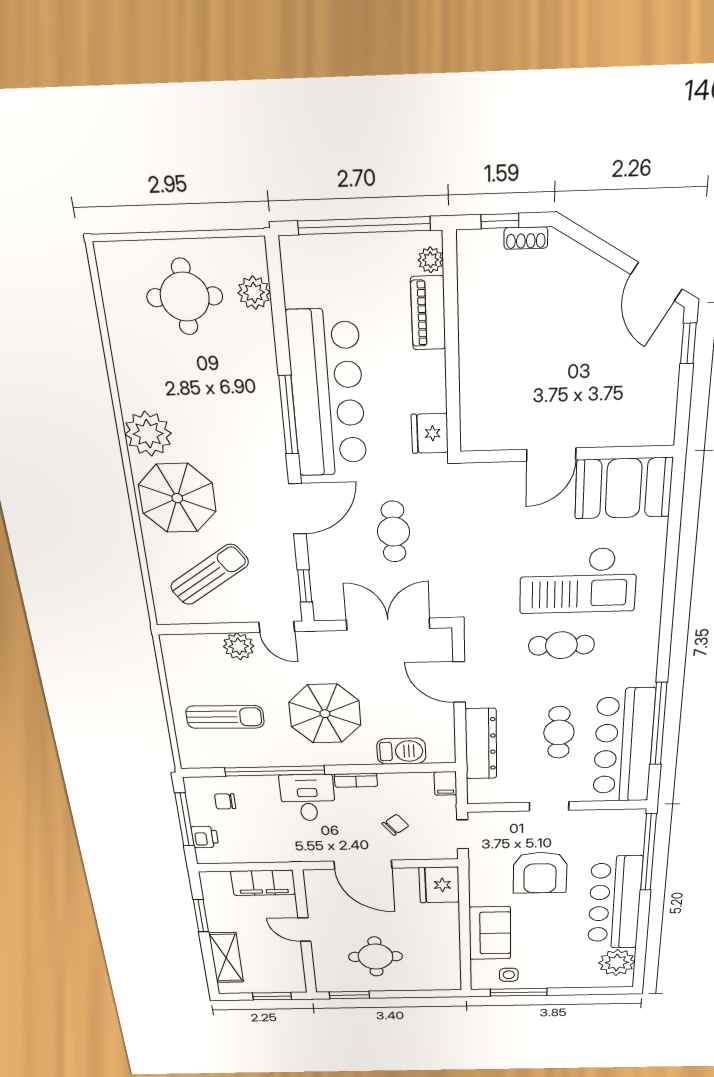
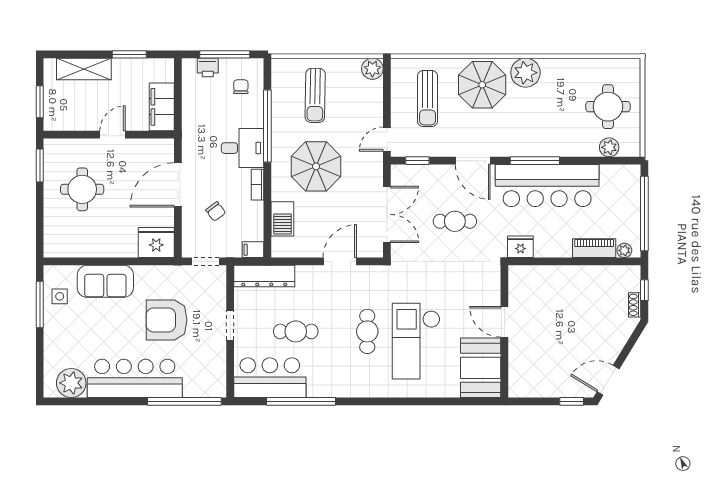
sun lounger: (209, 575) -> (427, 99), turned 34
plant: (239, 646) -> (372, 69), moved
dresser: (481, 744) -> (264, 276), moved
bar counter: (623, 746) -> (270, 378), width x0.73

